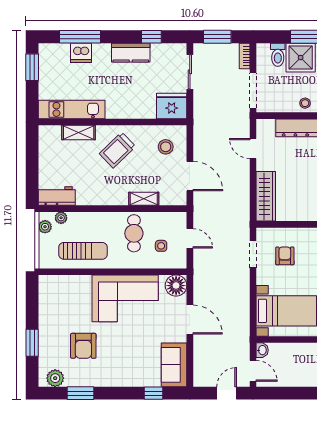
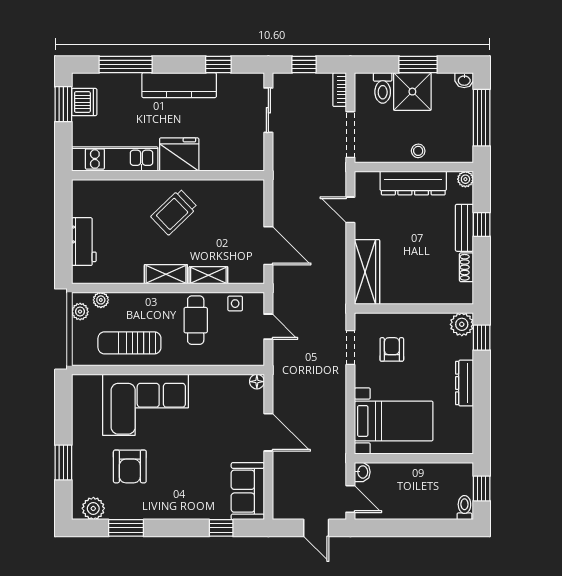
window: (217, 37) -> (304, 65), width x0.67
dishwasher: (81, 53) -> (84, 102), moved, turned -90
kitchen counter: (131, 53) -> (179, 85), width x1.50
fridge: (172, 106) -> (179, 155), moved
shelving: (79, 133) -> (166, 274), moved
stool: (166, 147) -> (237, 208), removed
workbench: (57, 196) -> (84, 242), moved, turned 90
side table: (161, 246) -> (235, 304), moved
sun lounger: (83, 251) -> (129, 343), turned 180
floor lamp: (176, 286) -> (257, 382), width x0.53, depth x0.53
corner sofa: (125, 298) -> (145, 405), moved
door: (227, 393) -> (316, 528), swing flipped

